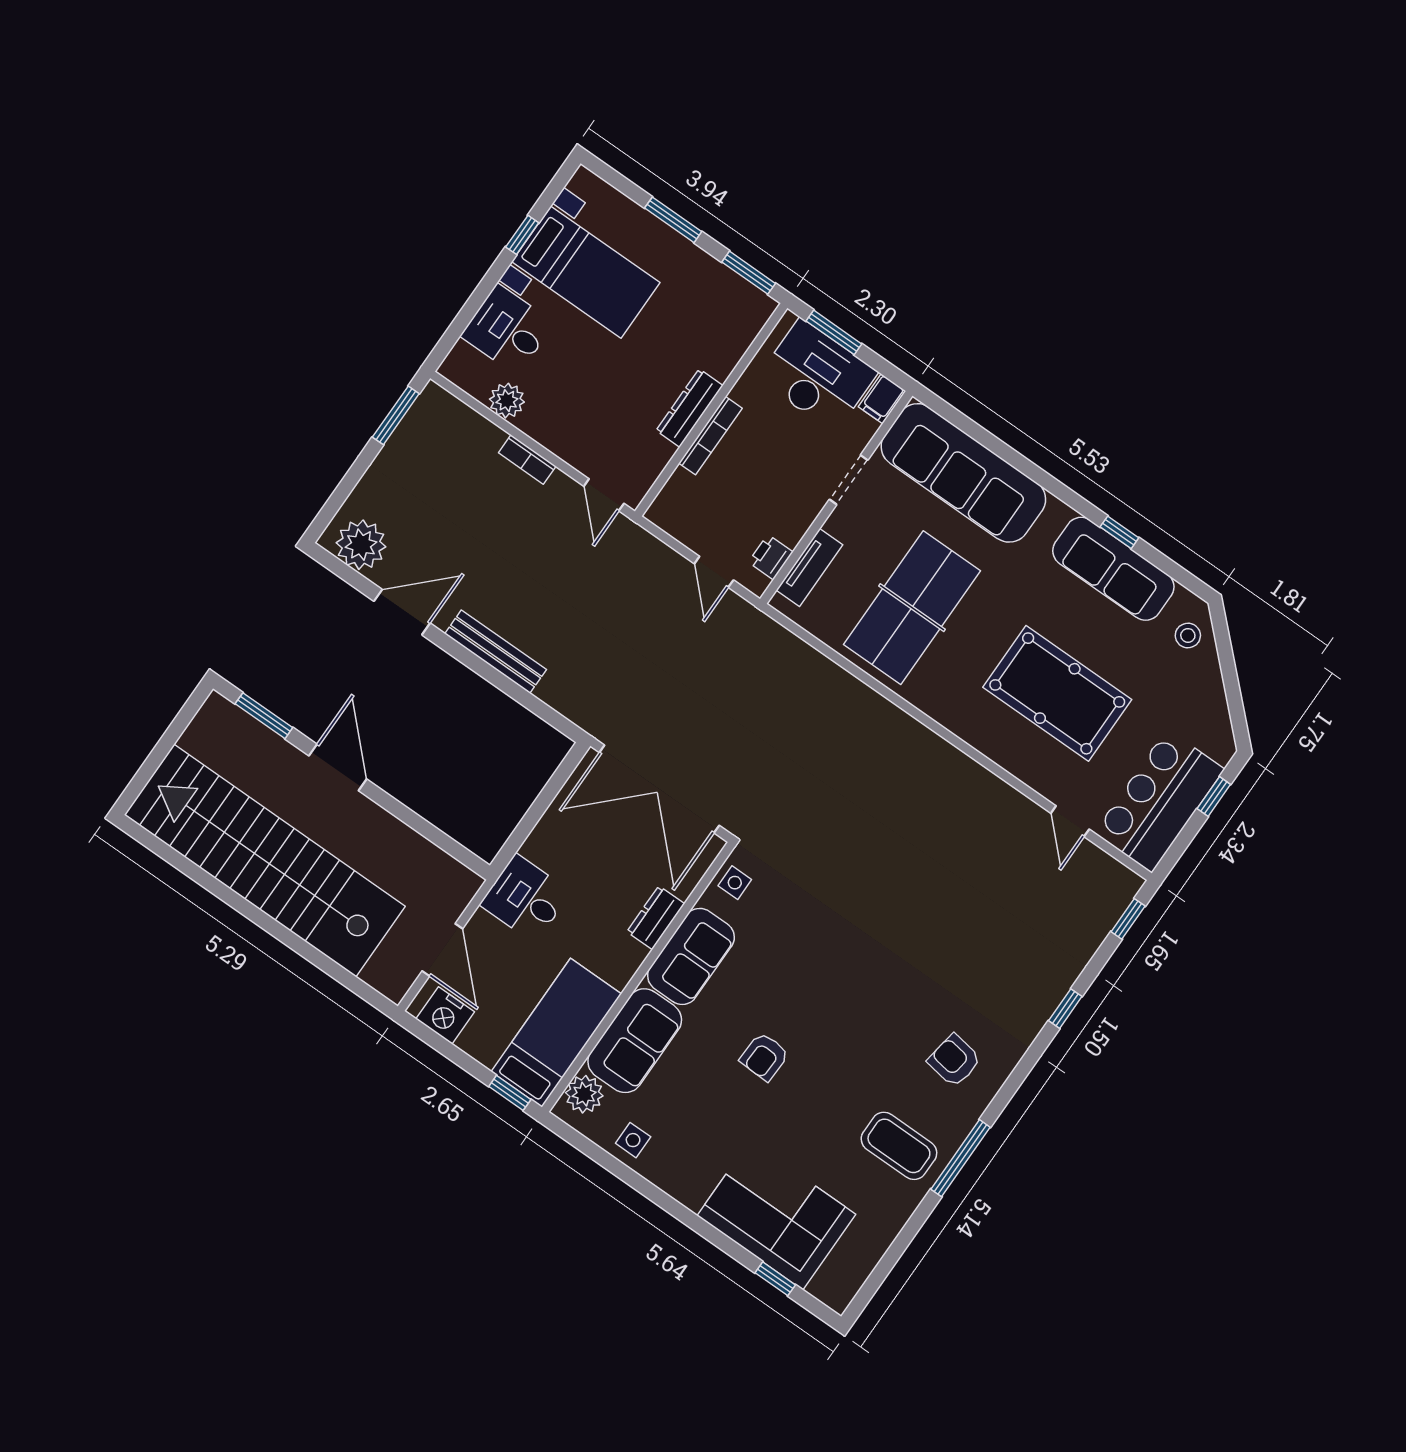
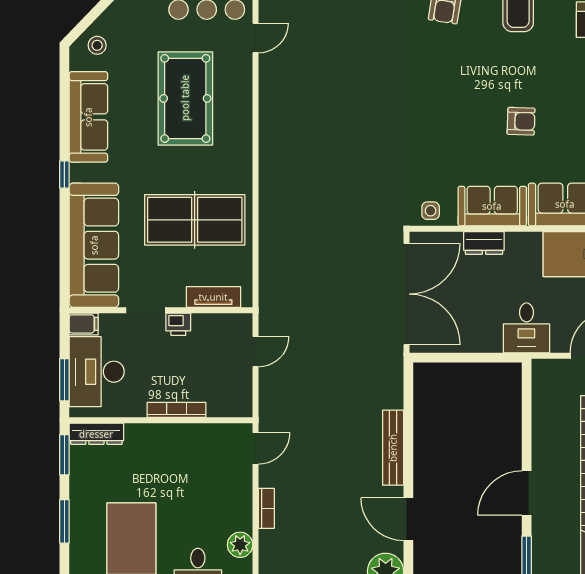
dresser: (689, 408) -> (96, 434), moved
window: (1119, 532) -> (64, 175), moved
printer: (771, 557) -> (178, 324), moved

